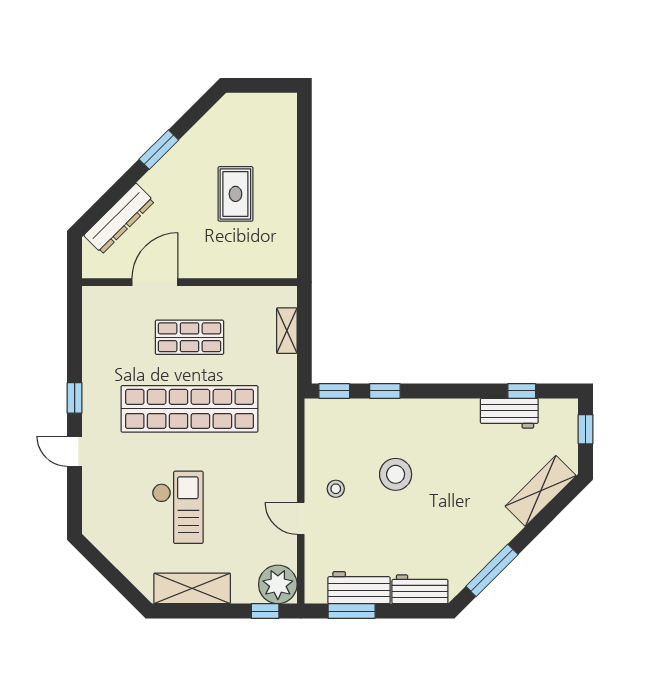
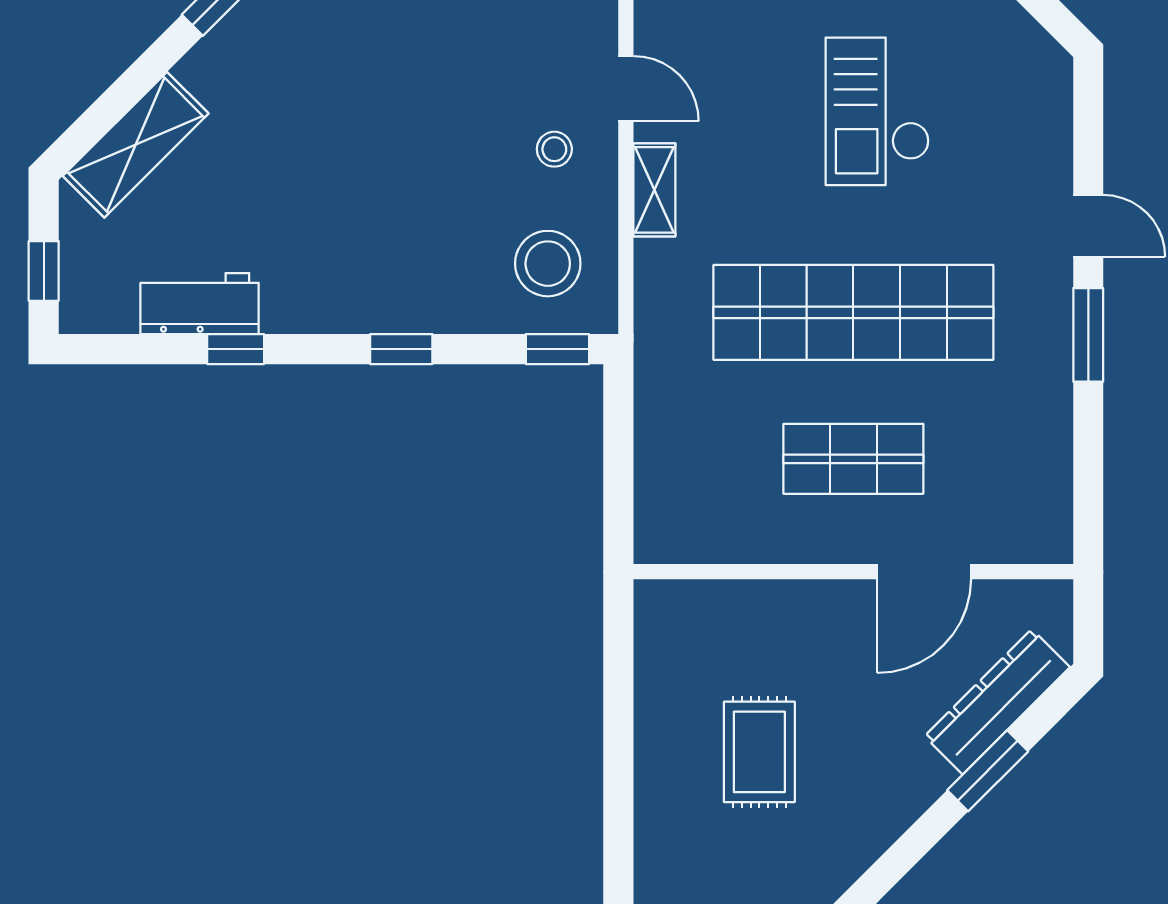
window: (159, 150) -> (988, 771), moved
shelving: (287, 331) -> (654, 190), moved
window: (385, 391) -> (401, 349), moved
window: (522, 391) -> (236, 349), moved
window: (75, 398) -> (1088, 335), width x1.50
stool: (396, 474) -> (548, 264), moved

